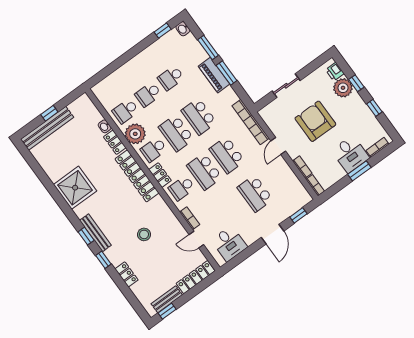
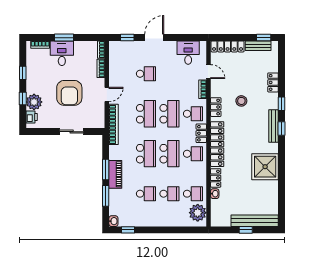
plant: (135, 134) -> (198, 213), moved
school desk: (255, 193) -> (146, 74), width x0.54
locker: (164, 211) -> (216, 107), added

